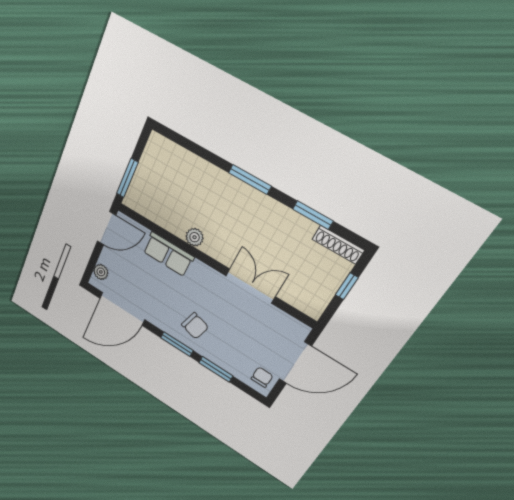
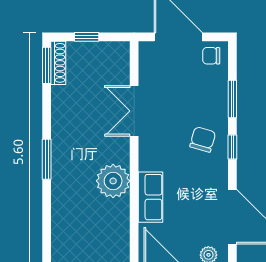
window: (313, 215) -> (47, 65), moved
plant: (195, 237) -> (113, 181), width x1.87, depth x1.87
window: (177, 344) -> (232, 147), width x0.67

